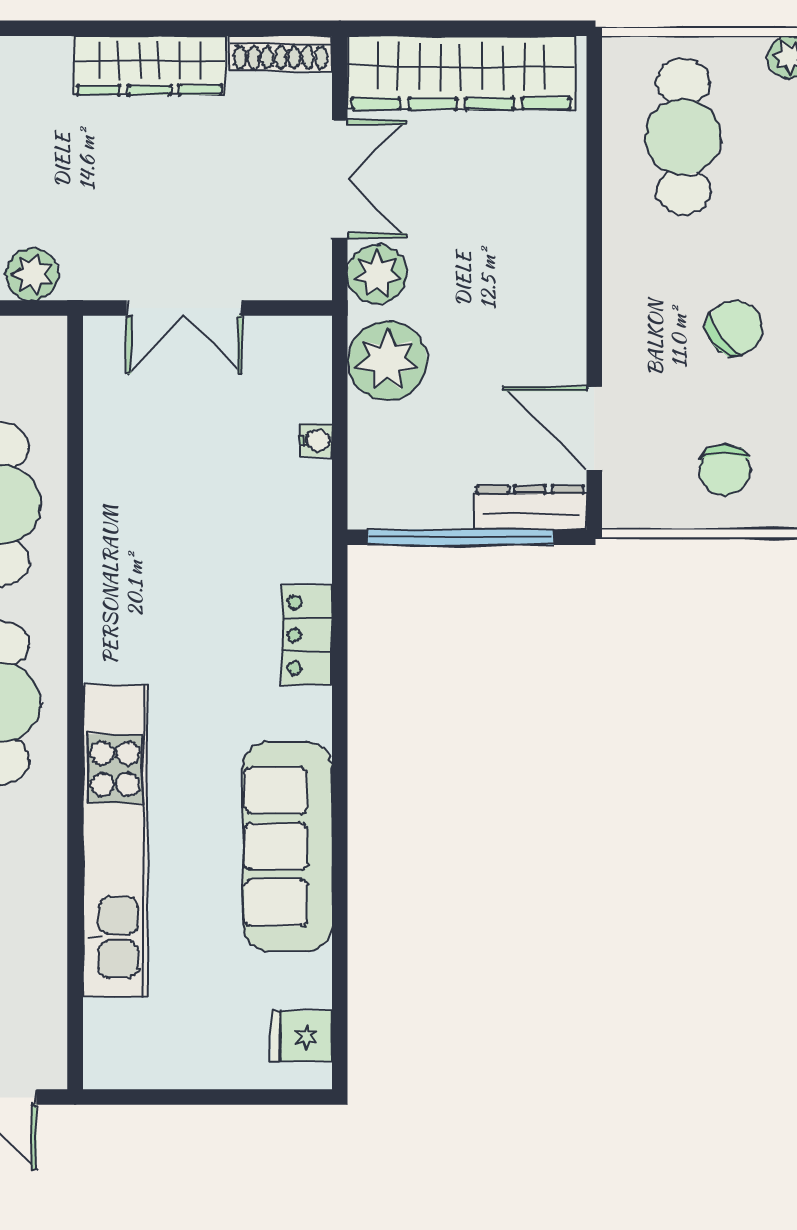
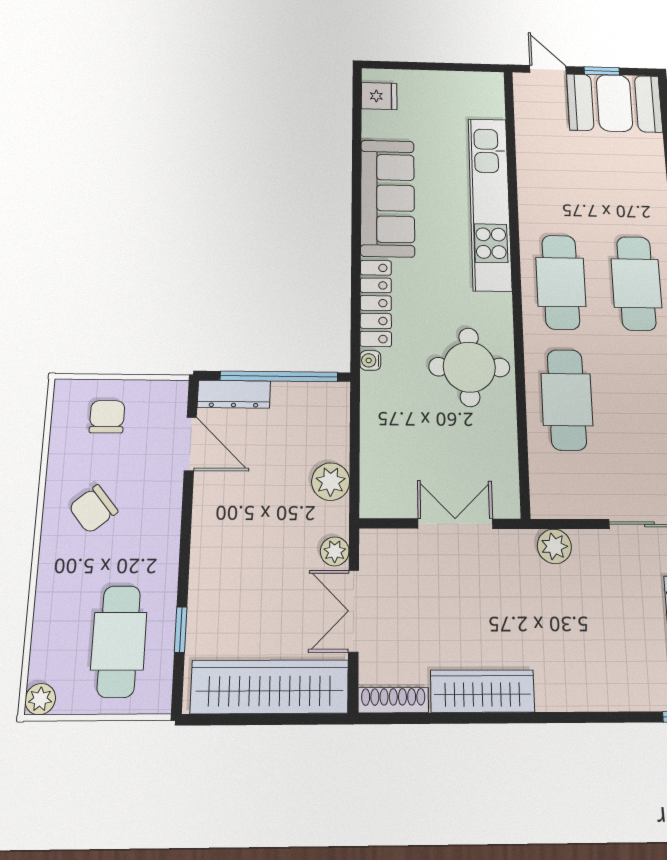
window: (594, 153) -> (181, 630), added
plant: (377, 274) -> (335, 551), width x0.73, depth x0.73
plant: (387, 361) -> (331, 482), width x0.73, depth x0.73
water cooler: (316, 440) -> (370, 360), moved
round table: (157, 556) -> (469, 367), added
locker: (307, 635) -> (376, 303), width x1.53

